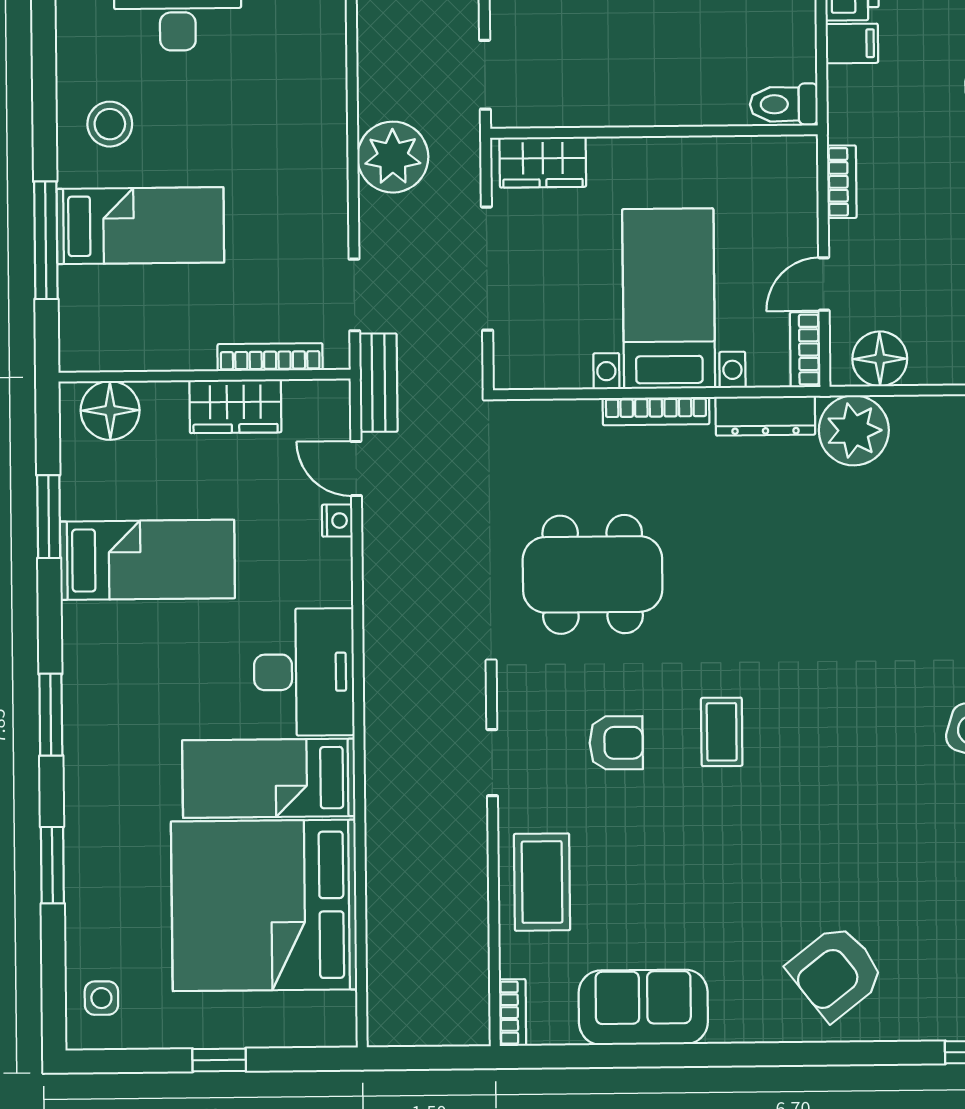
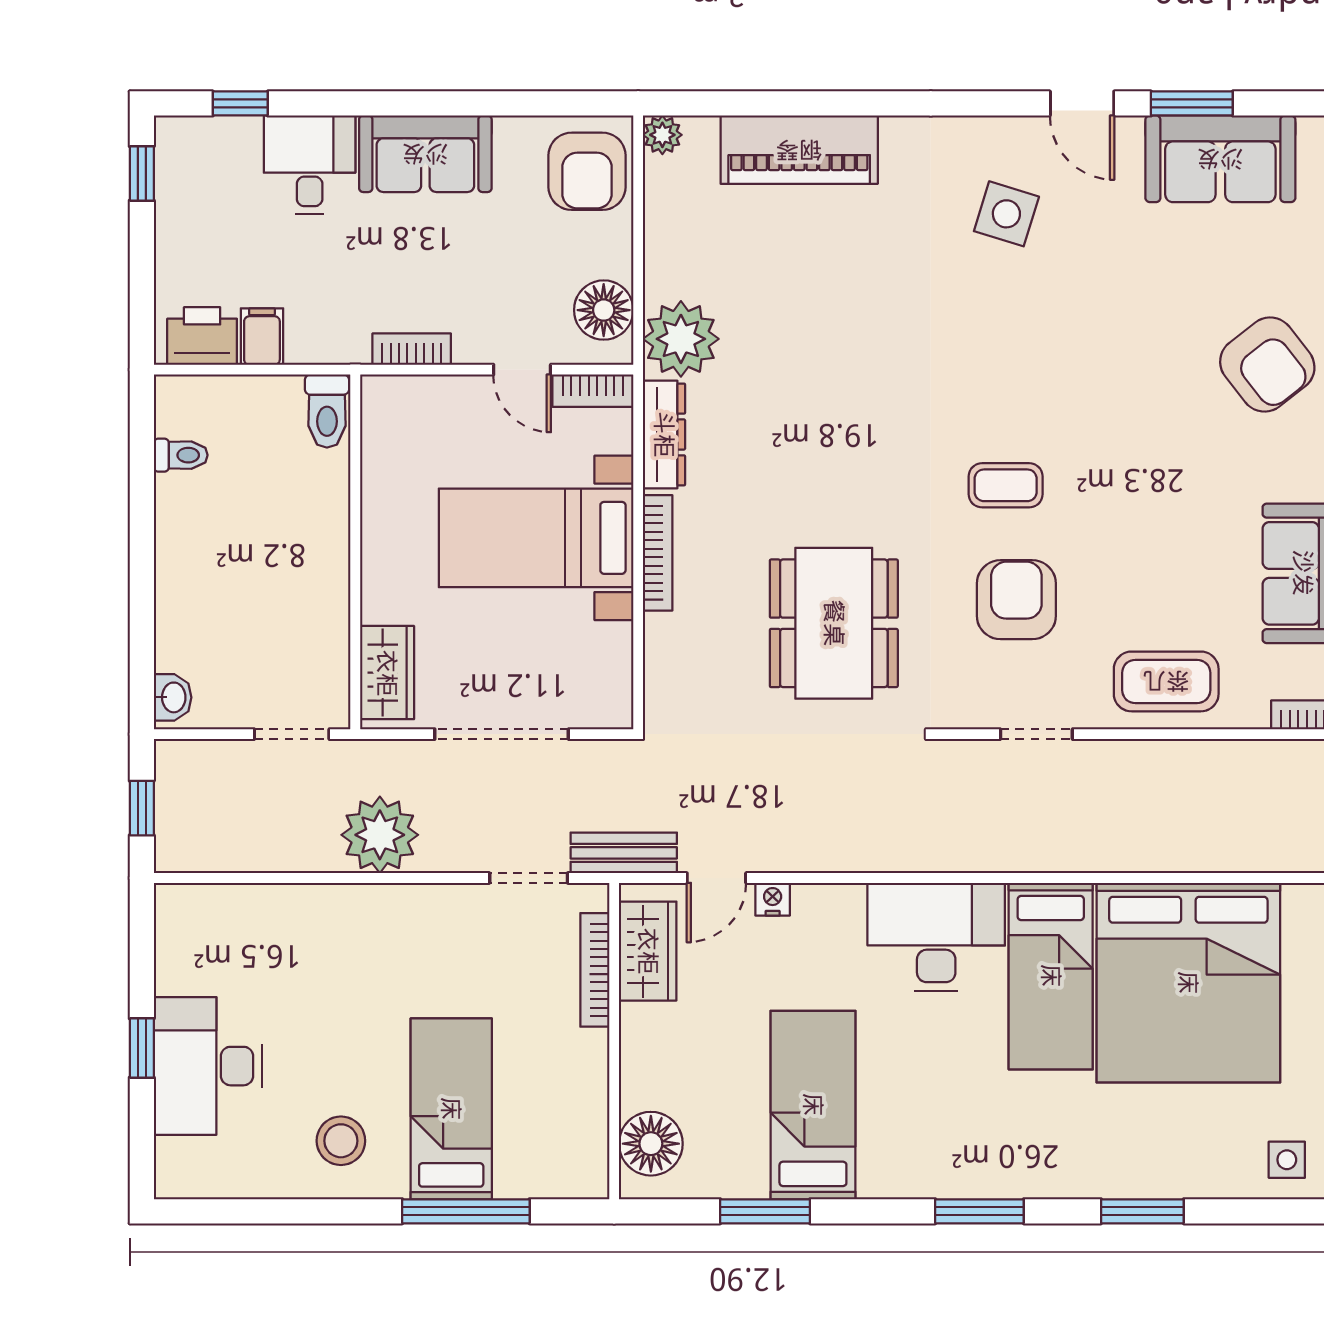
wardrobe: (235, 406) -> (648, 951), moved
armchair: (616, 743) -> (1016, 600), width x1.38, depth x1.38

